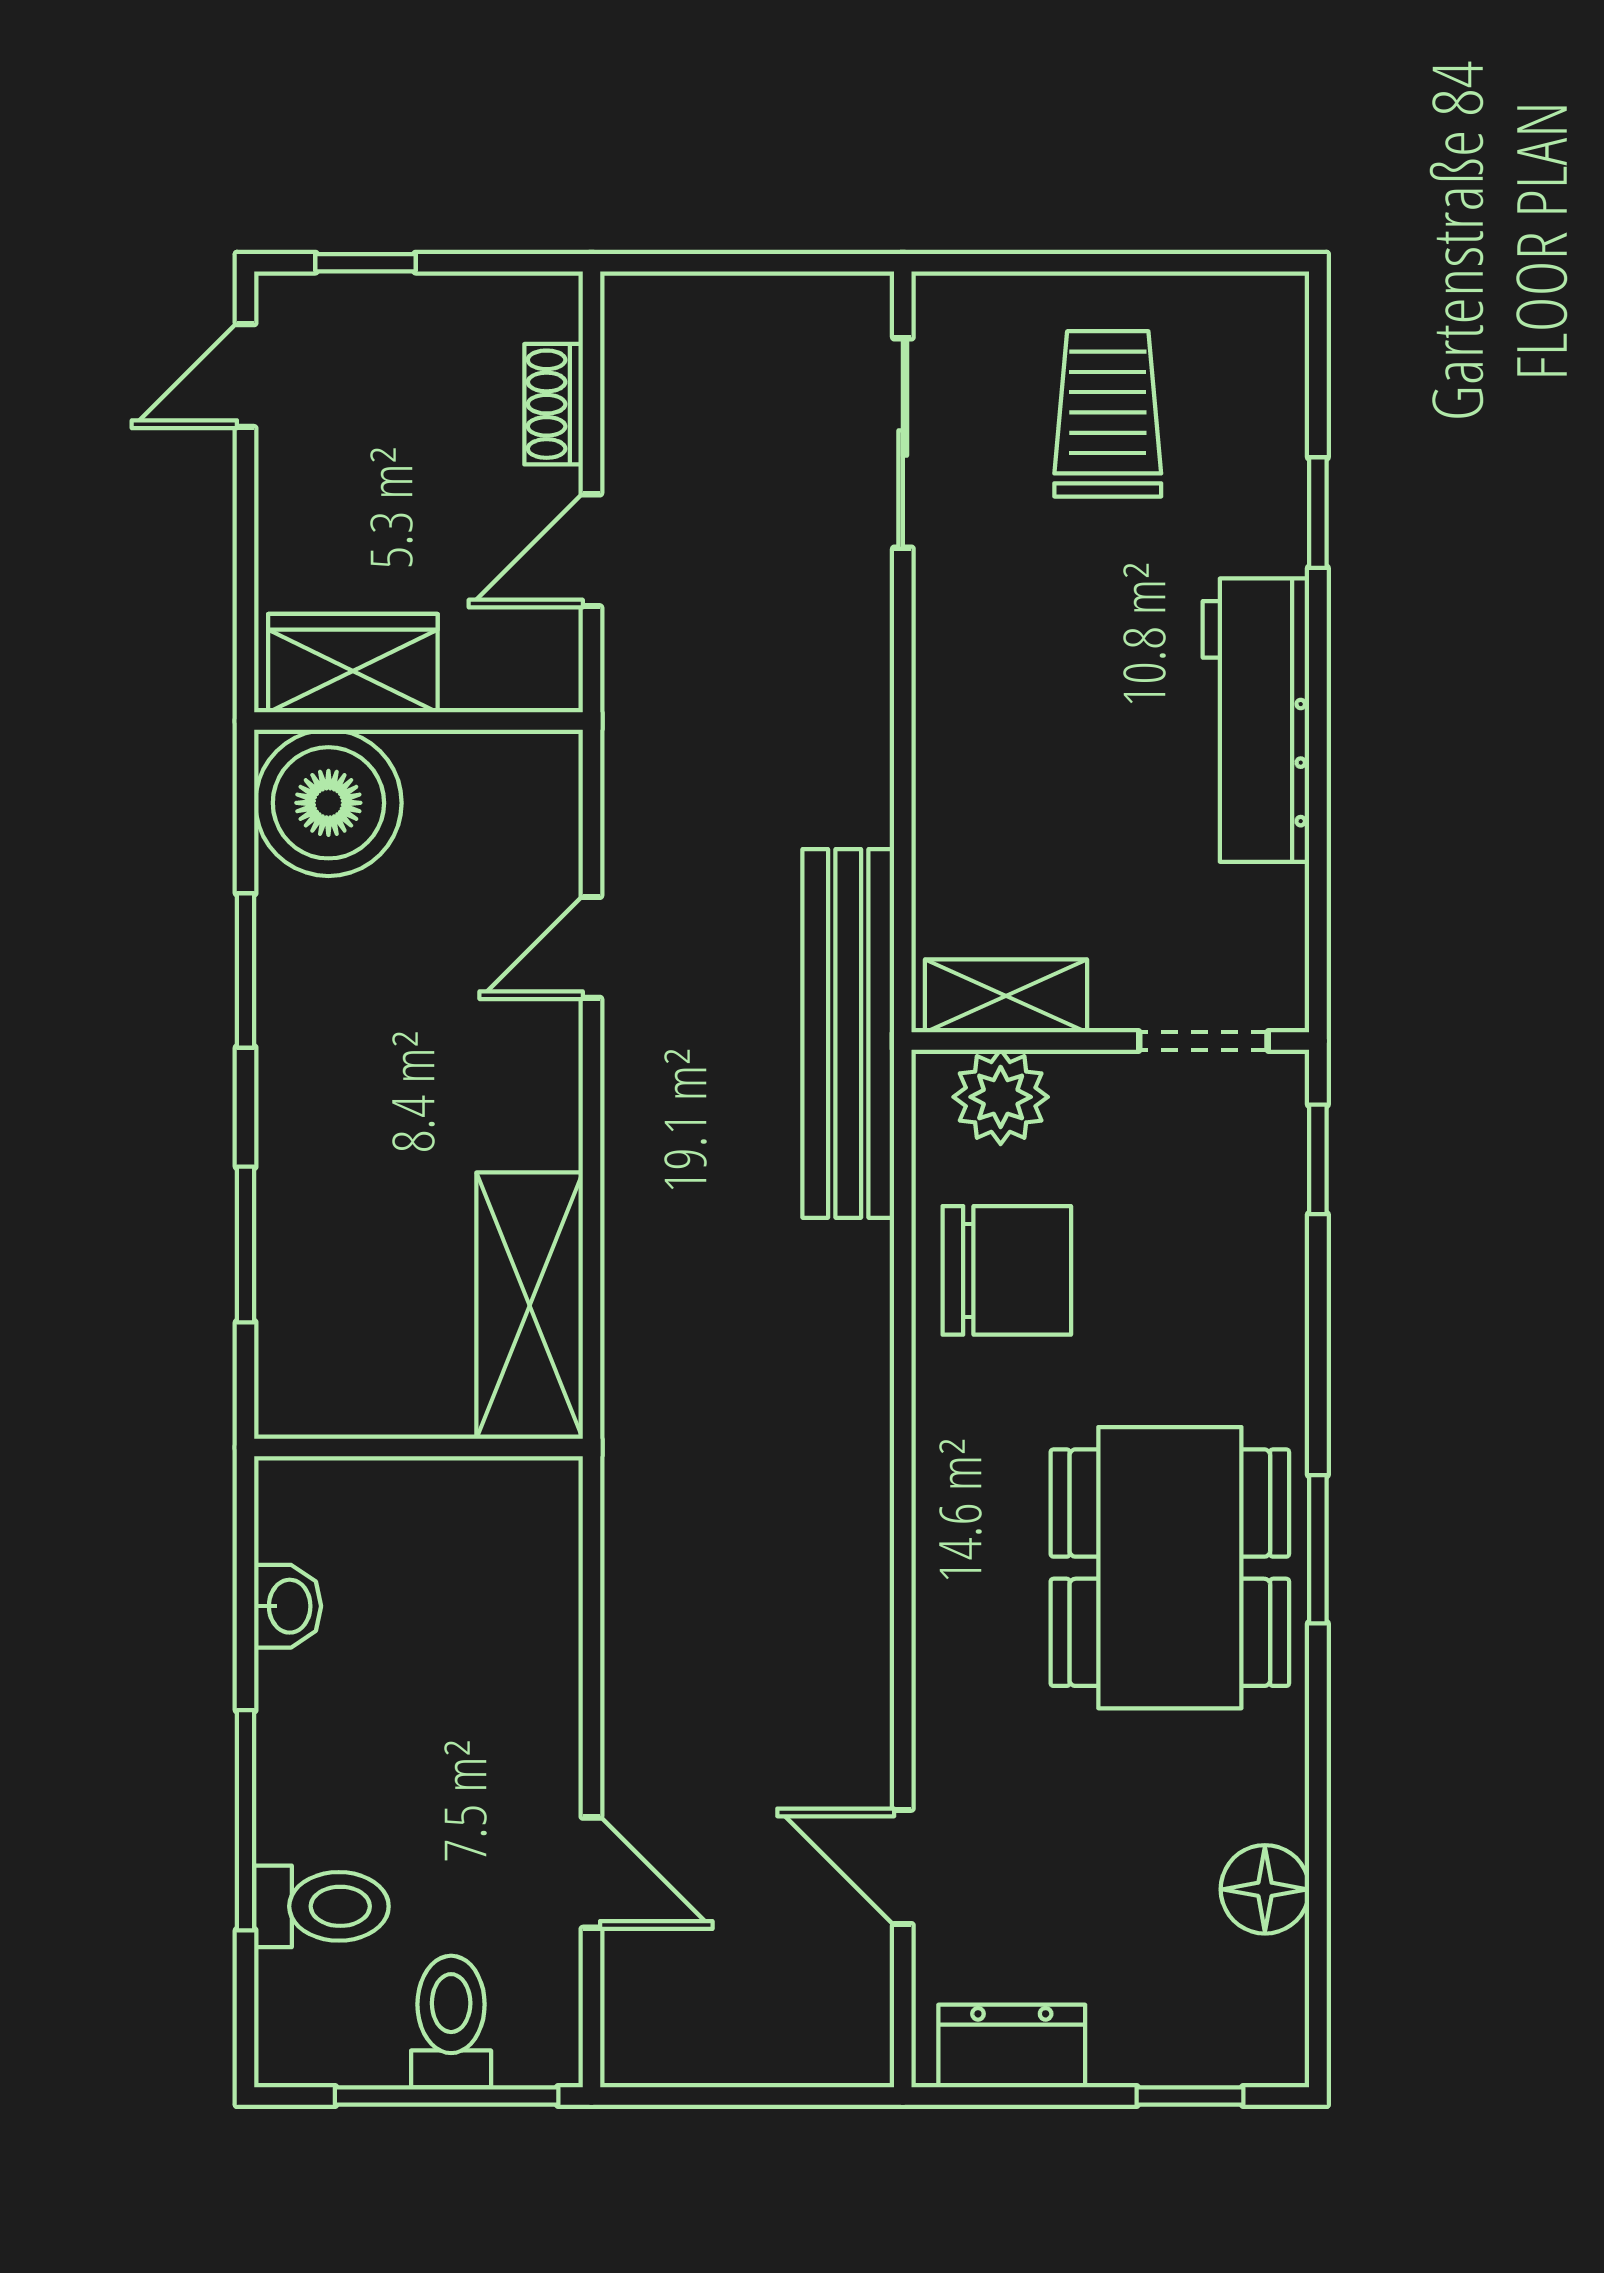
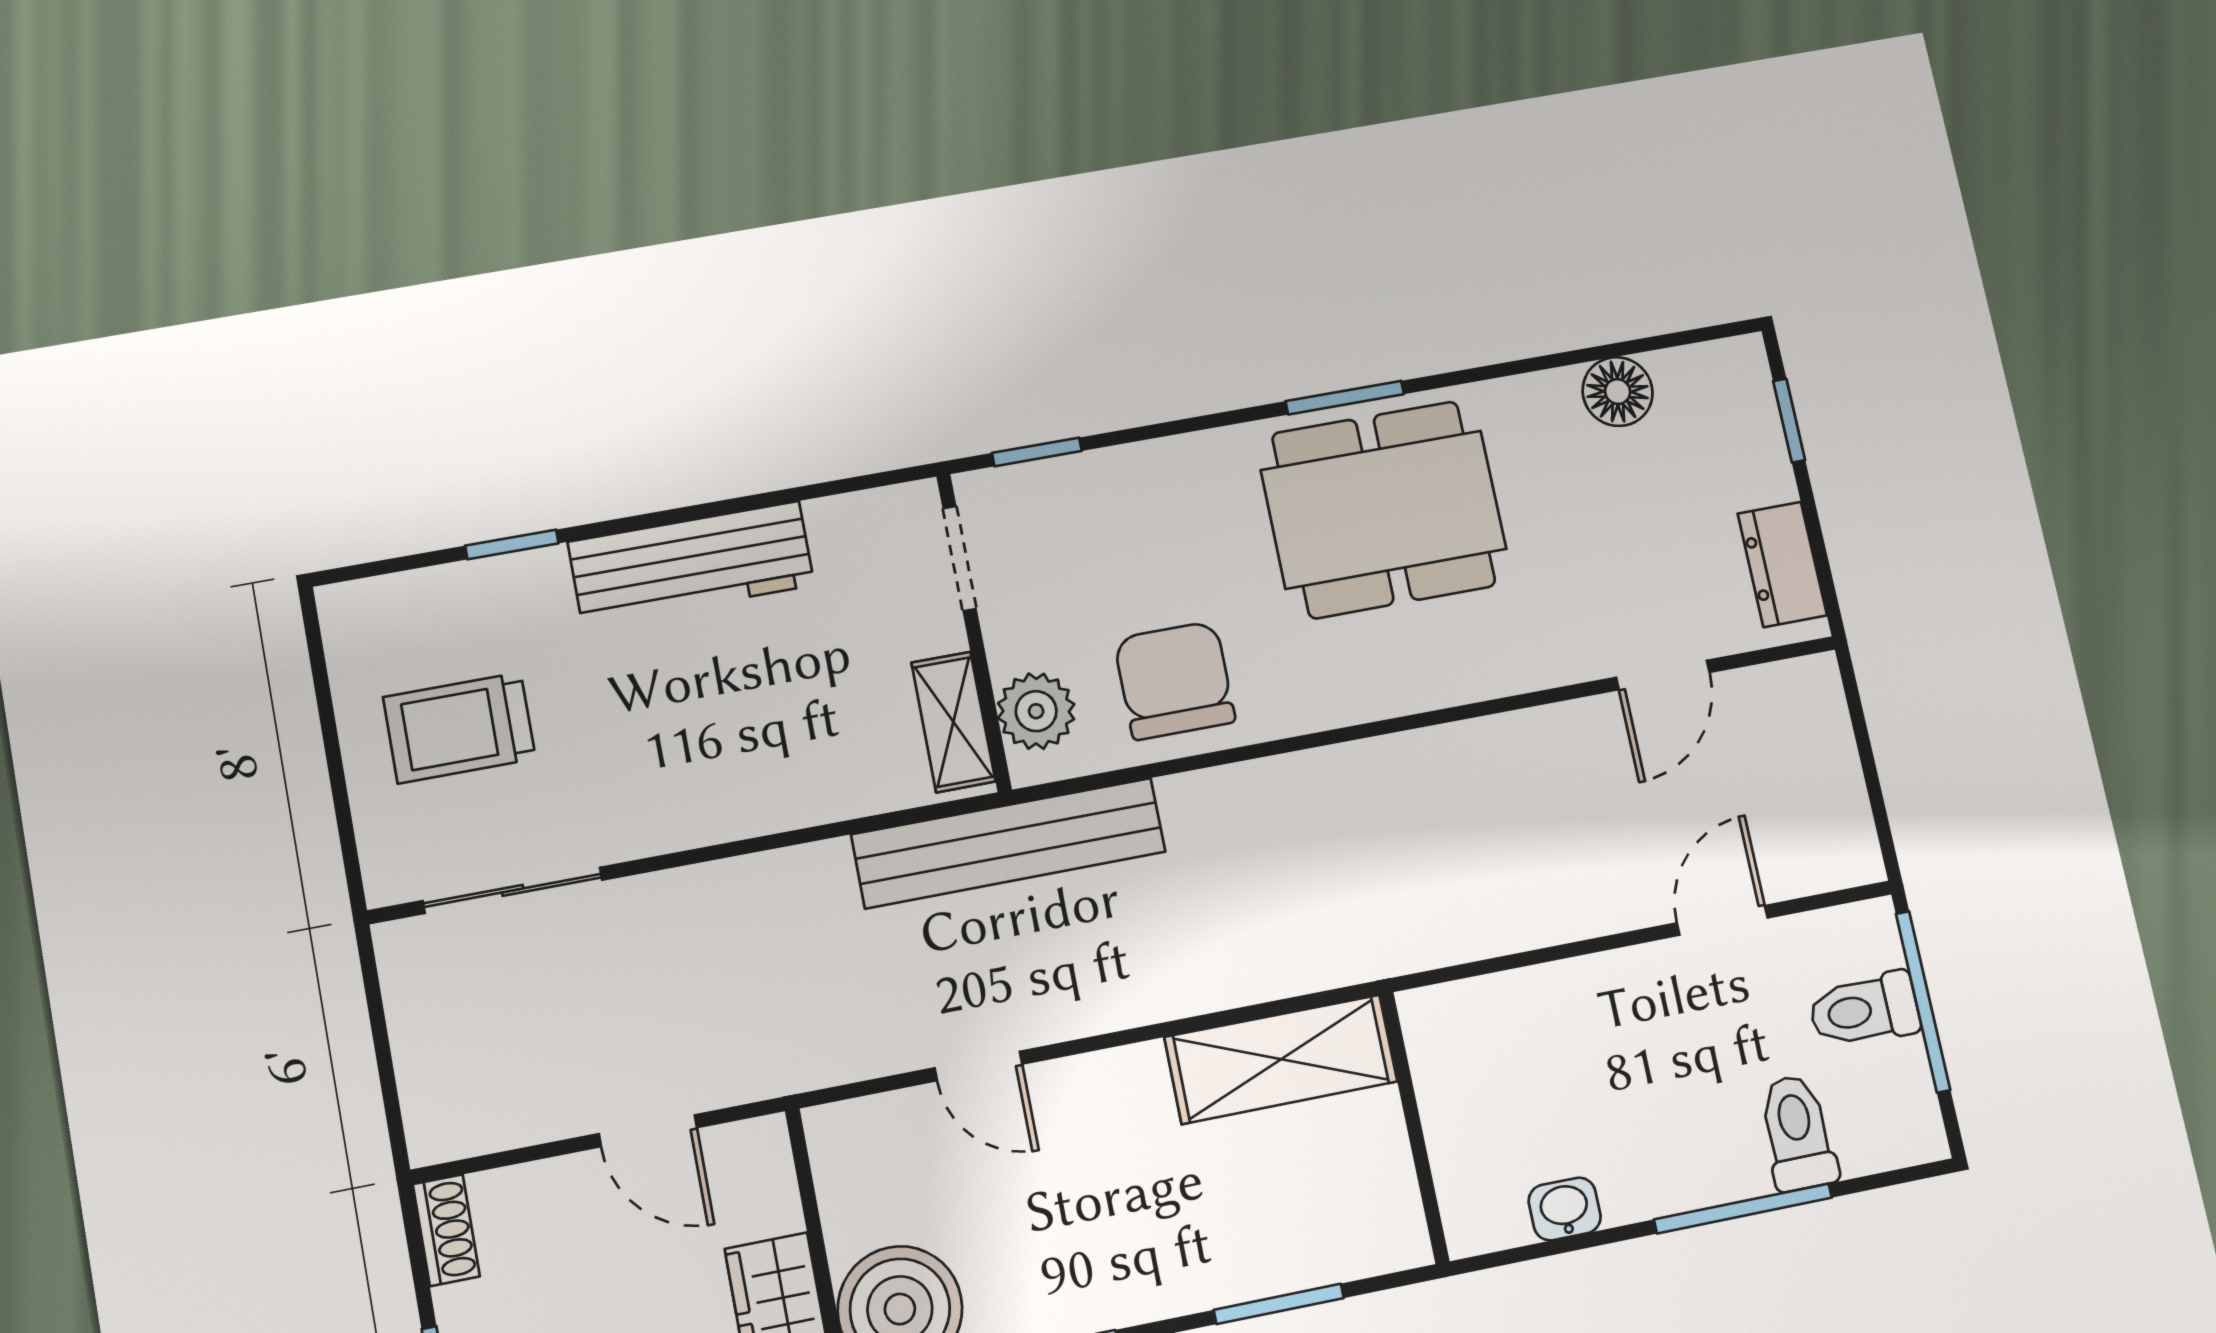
shoe rack: (554, 404) -> (446, 1230), moved, turned -90

